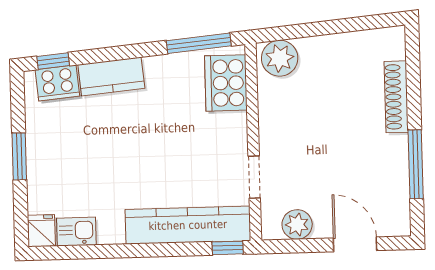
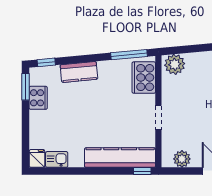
cooker: (57, 83) -> (38, 98), moved, turned -85
window: (19, 156) -> (26, 87), moved
doorway: (254, 177) -> (158, 118), moved

